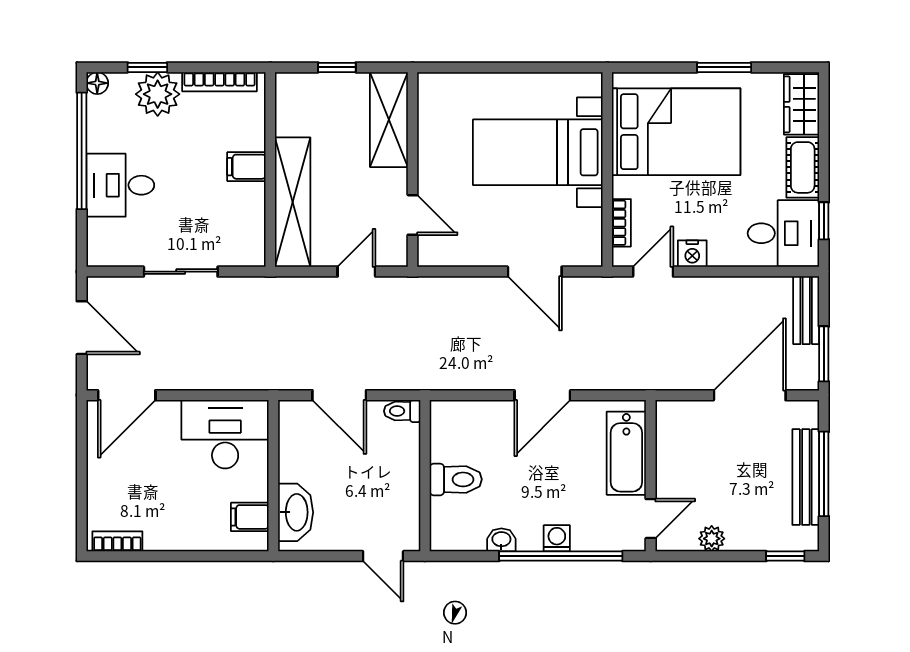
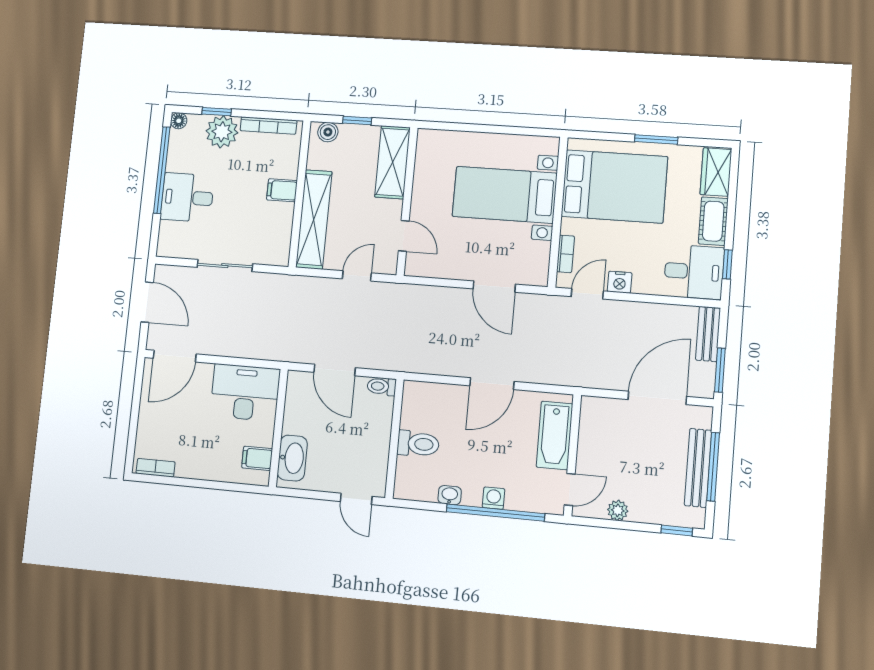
boiler: (300, 85) -> (328, 132), added

